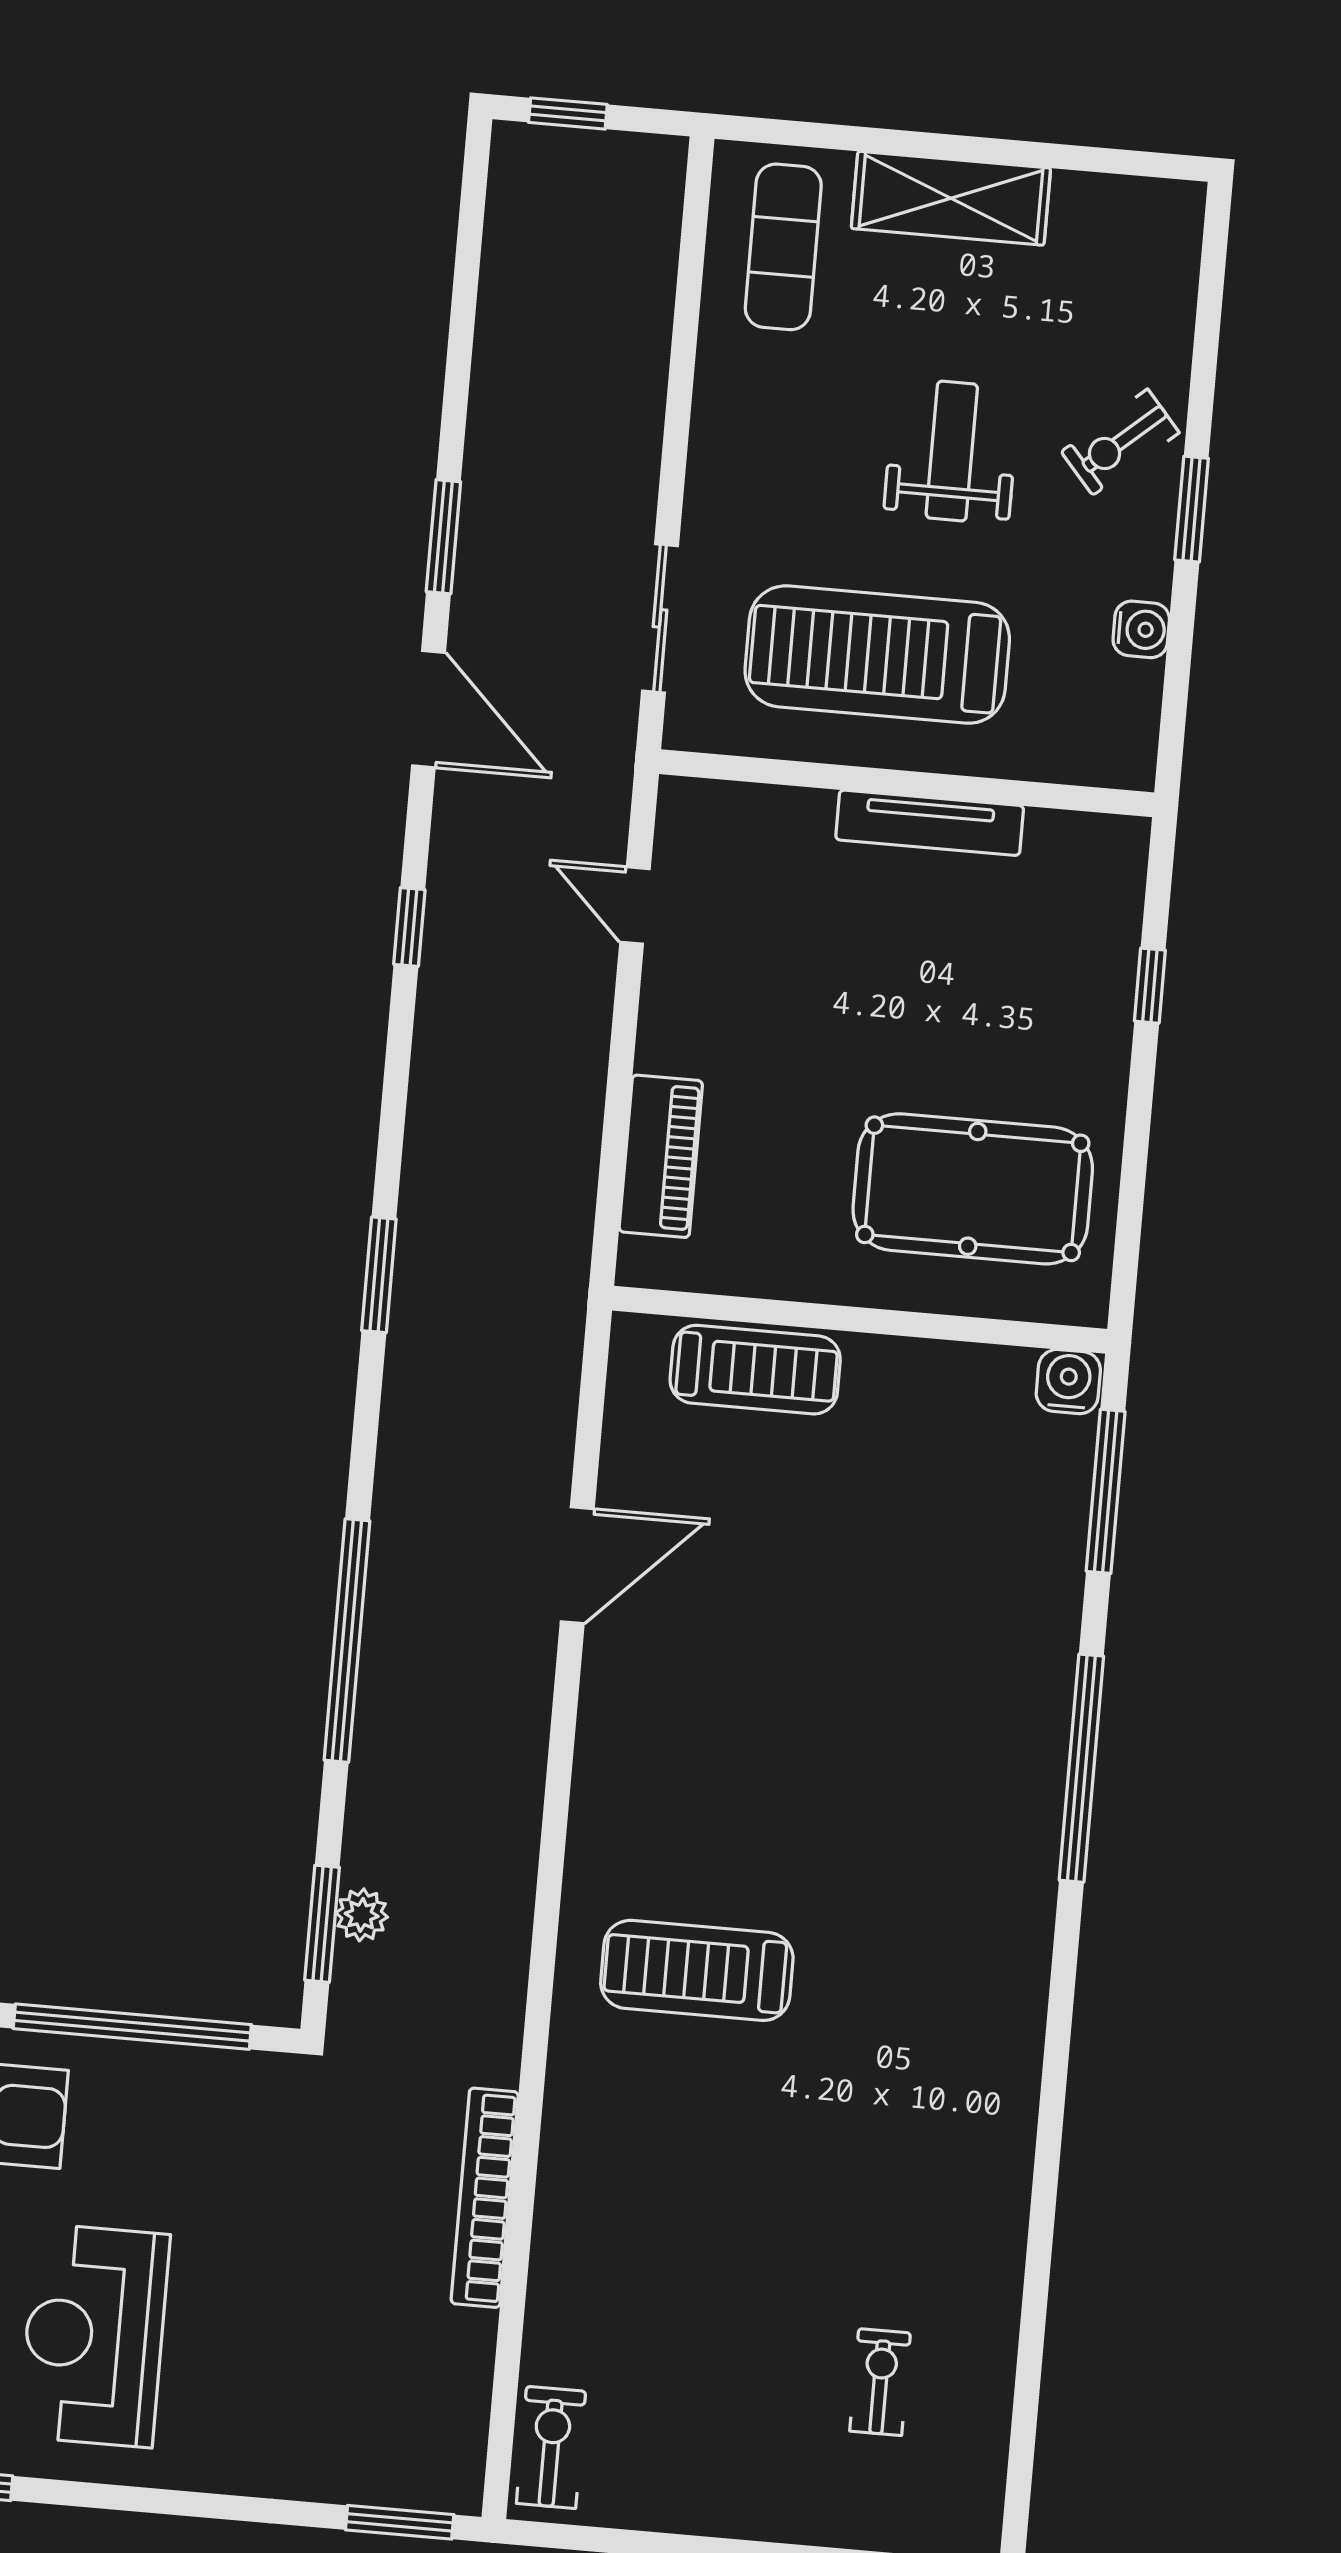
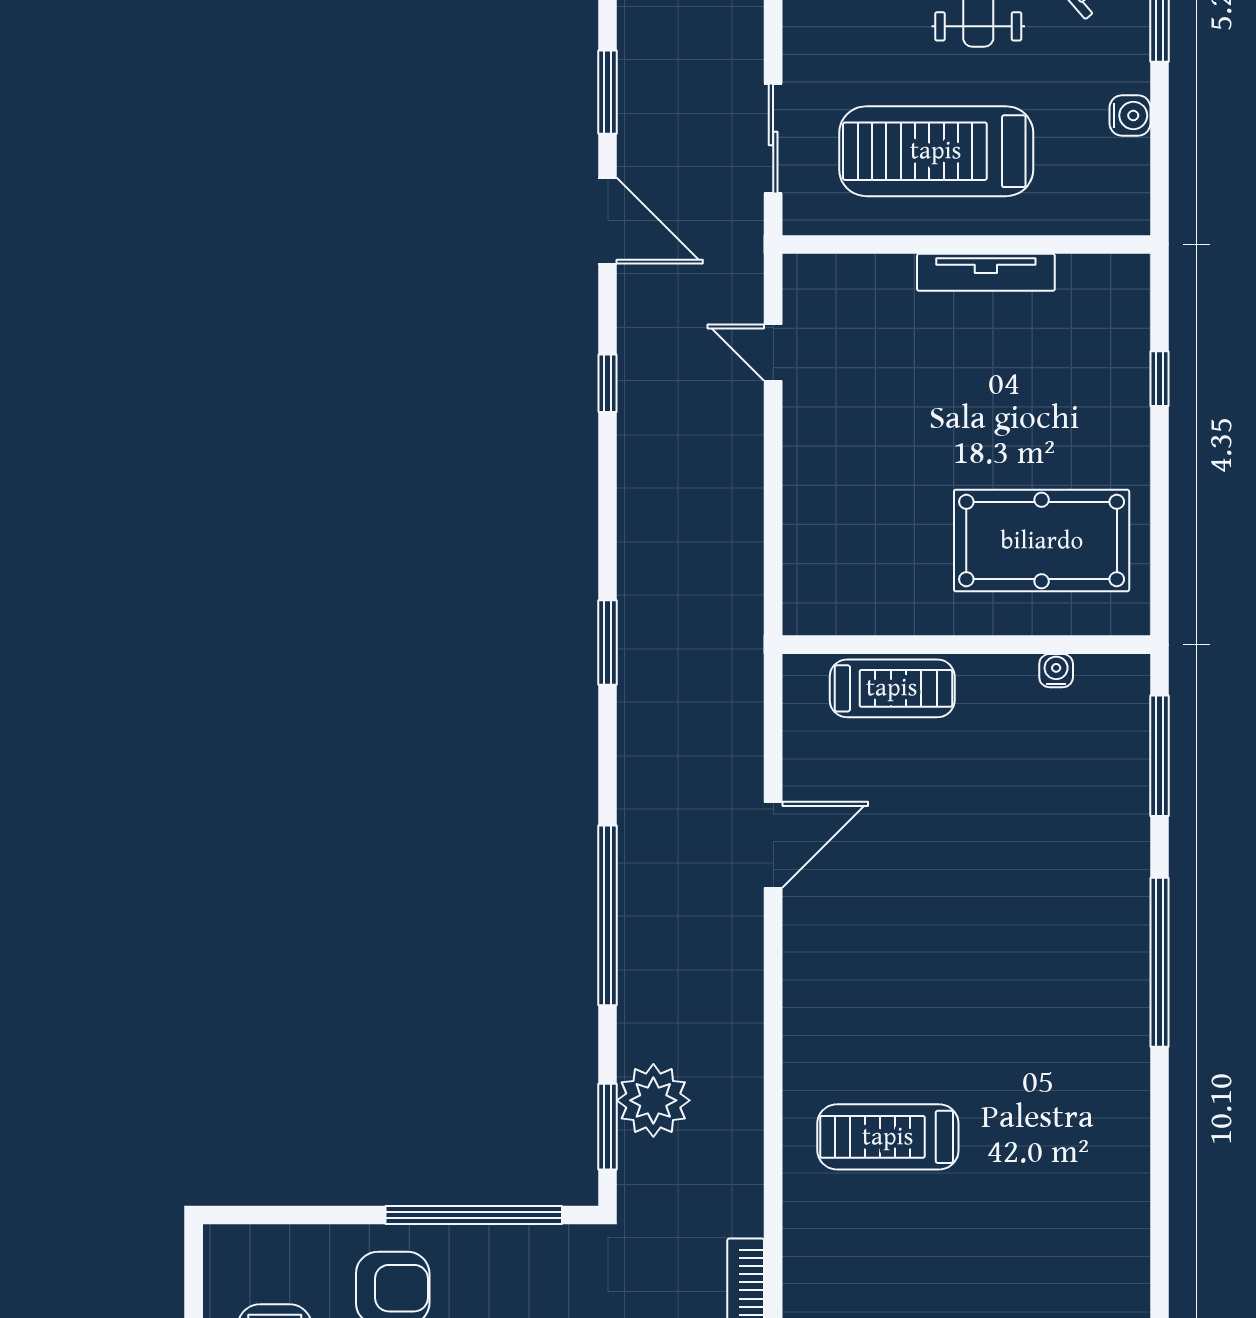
piano: (661, 1156) -> (809, 537), removed
water cooler: (1068, 1382) -> (1056, 671), moved, width x0.72, depth x0.72
plant: (362, 1915) -> (653, 1100), width x1.88, depth x1.88

